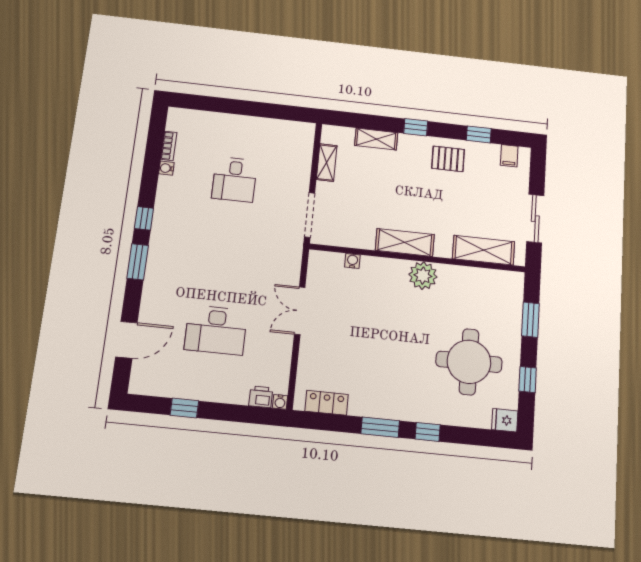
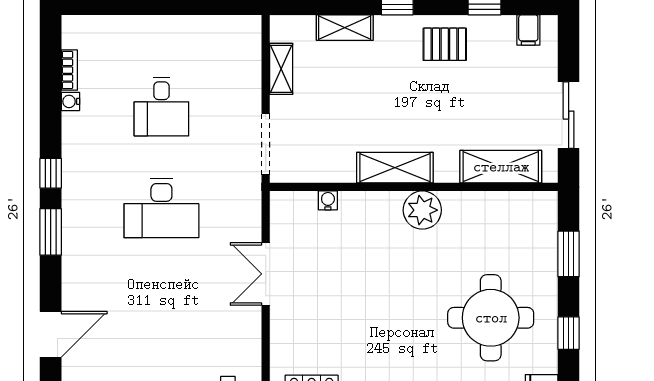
desk: (216, 330) -> (161, 208), moved

